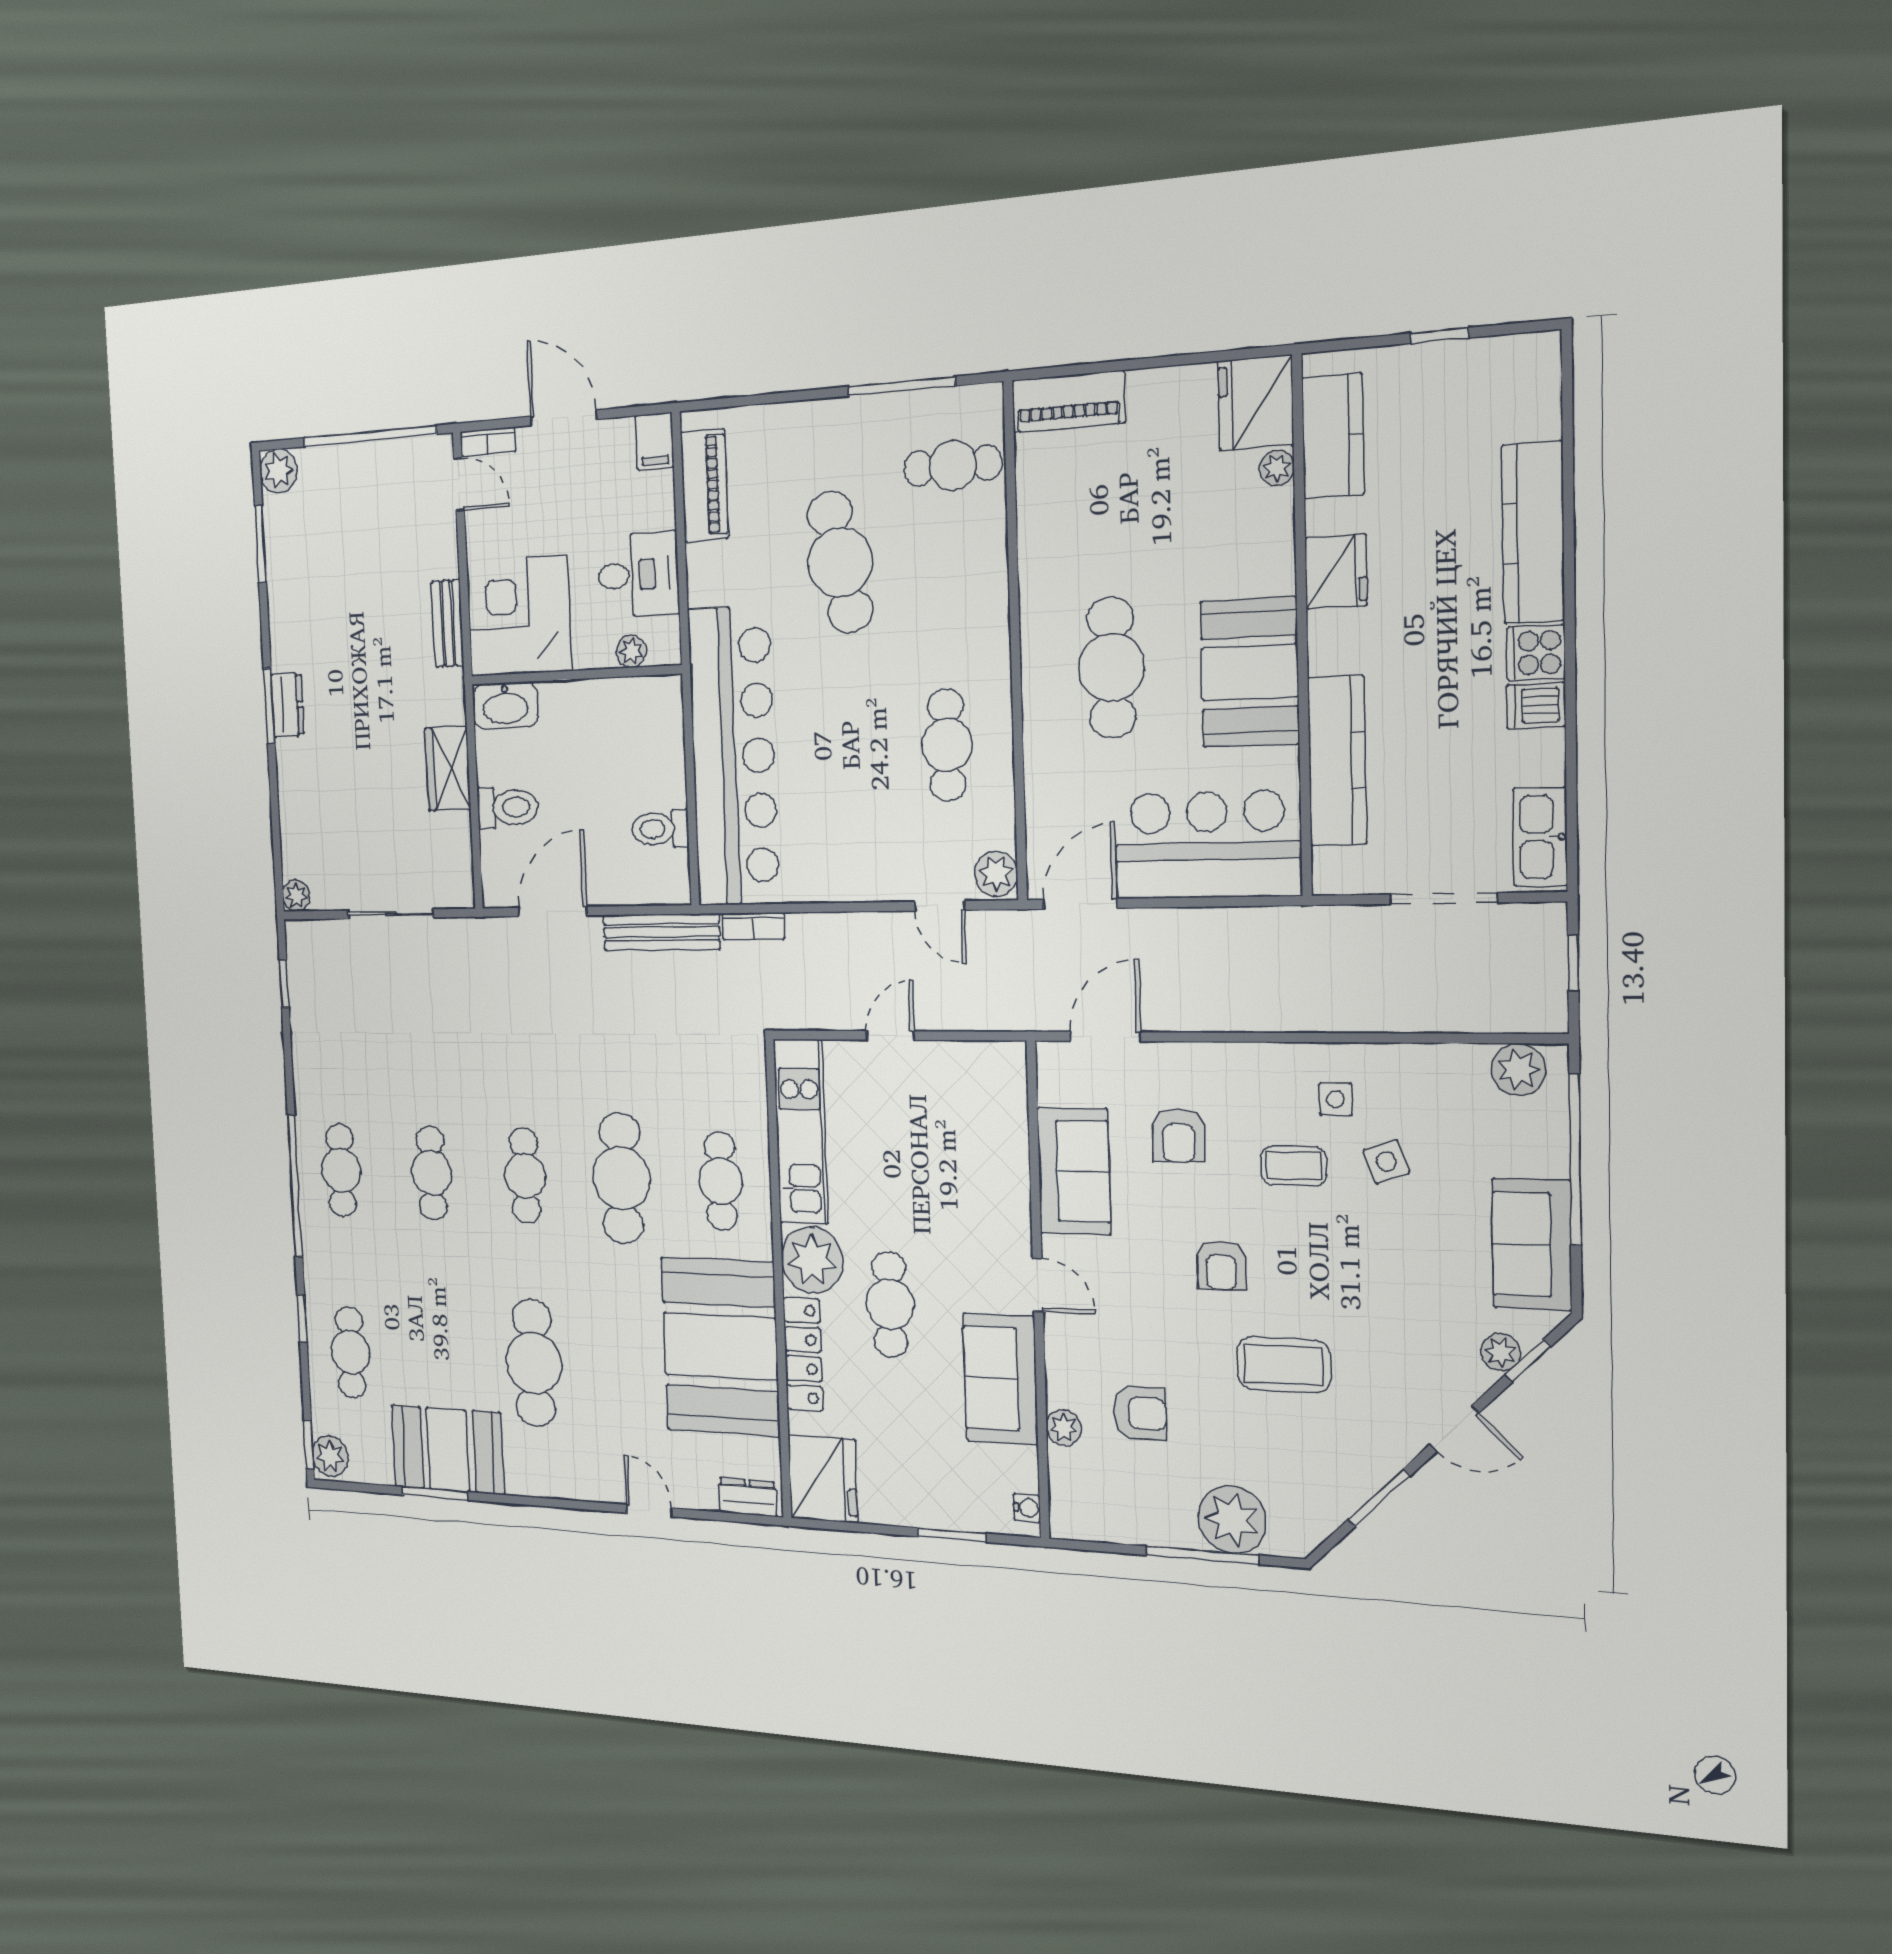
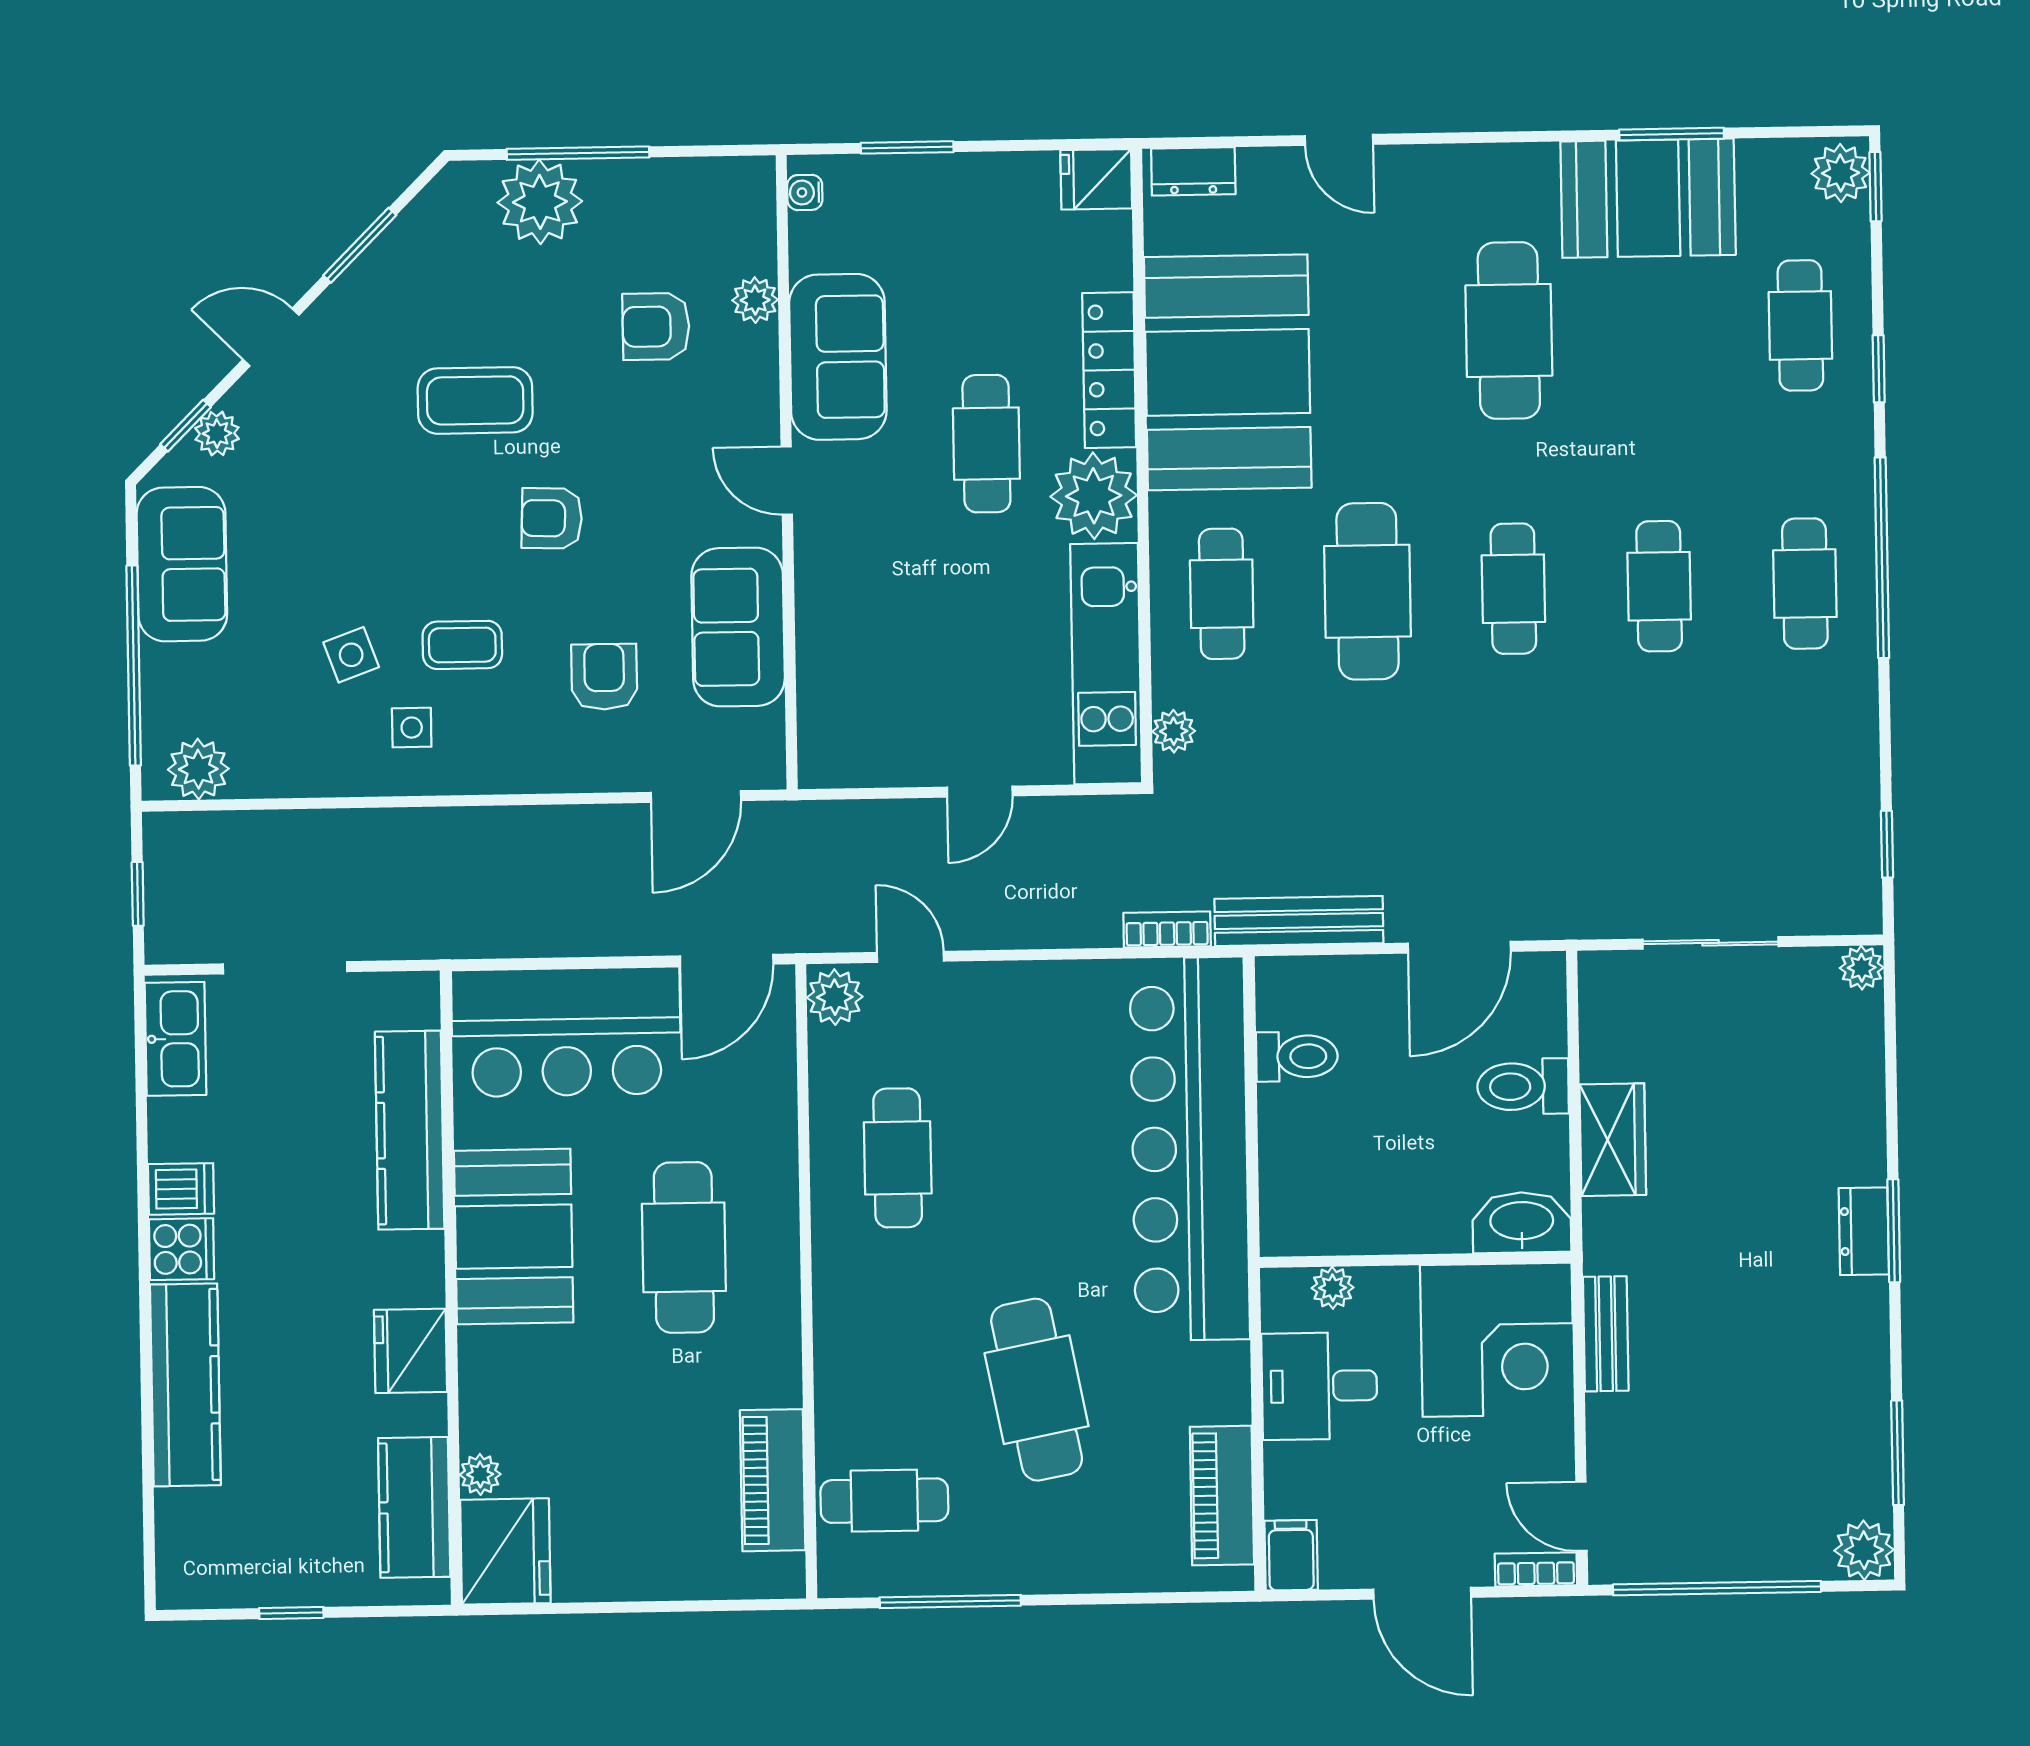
piano: (1068, 402) -> (773, 1480), moved, turned -90
plant: (752, 1078) -> (1174, 731), added
armchair: (1221, 1266) -> (552, 518), turned -88
fridge: (823, 1479) -> (1096, 179), width x0.53, depth x0.75

